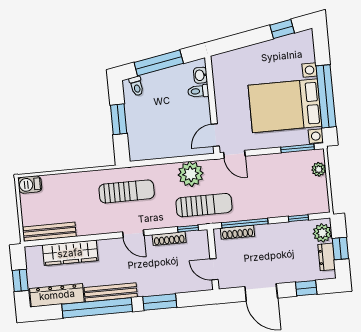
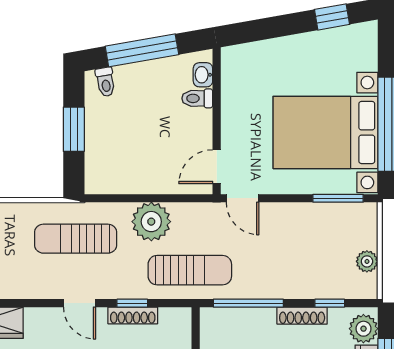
plant: (319, 169) -> (367, 261), moved
plant: (191, 174) -> (151, 222), moved
sun lounger: (127, 191) -> (76, 239), turned 180
window: (188, 229) -> (132, 303), moved
shoe rack: (237, 232) -> (302, 316), moved

